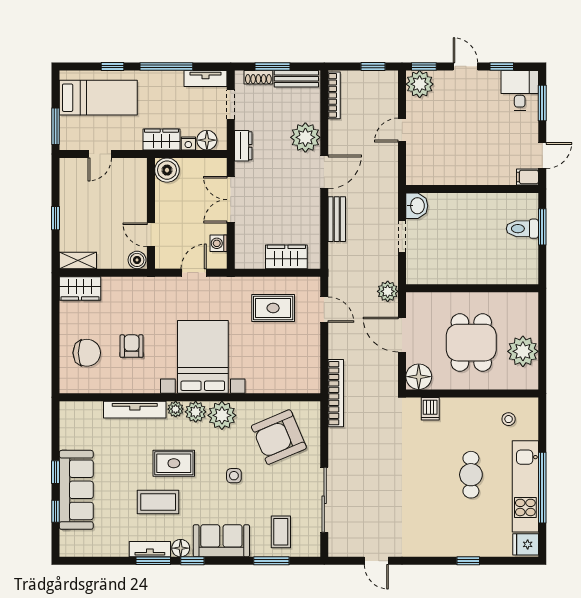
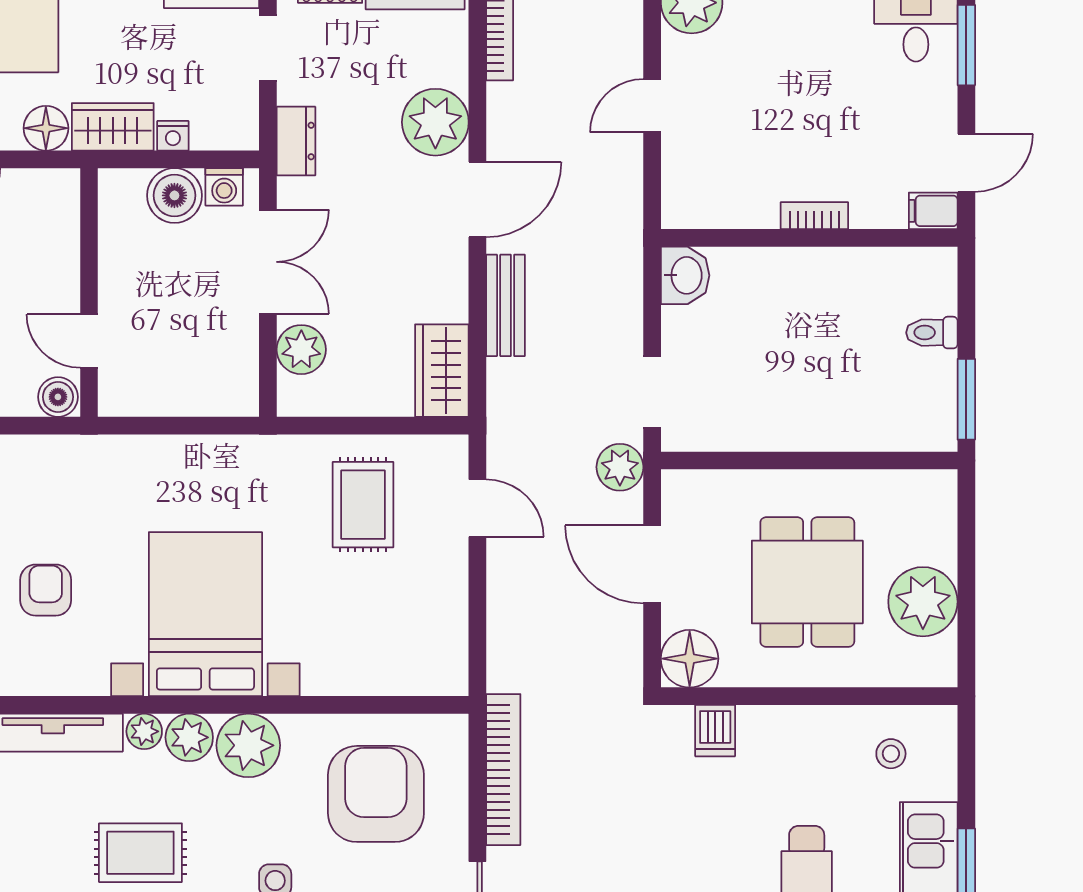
floor lamp: (207, 140) -> (46, 128), moved
boiler: (167, 170) -> (174, 195), moved
bookcase: (474, 179) -> (814, 216), added
double door: (231, 200) -> (268, 262), swing flipped
window: (542, 227) -> (966, 399), moved
toilet: (522, 229) -> (932, 333), width x0.73, depth x0.72
doorway: (402, 236) -> (652, 392), moved
plant: (246, 239) -> (301, 350), added
washing machine: (218, 243) -> (224, 187), moved, turned -90
wardrobe: (286, 257) -> (442, 371), moved, turned -90
door: (194, 273) -> (185, 426), removed
rug: (273, 308) -> (363, 505), turned 90
bookcase: (336, 393) -> (503, 770), moved
armchair: (279, 437) -> (376, 794), turned 113

